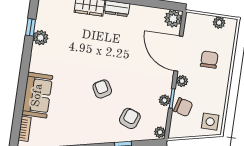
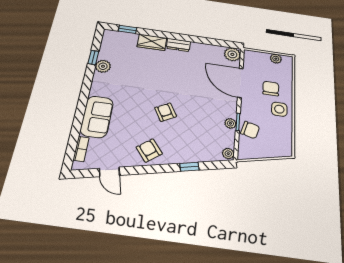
plant: (182, 81) -> (246, 106), removed
armchair: (130, 118) -> (149, 150), moved, turned -58
side table: (210, 122) -> (279, 109), moved

